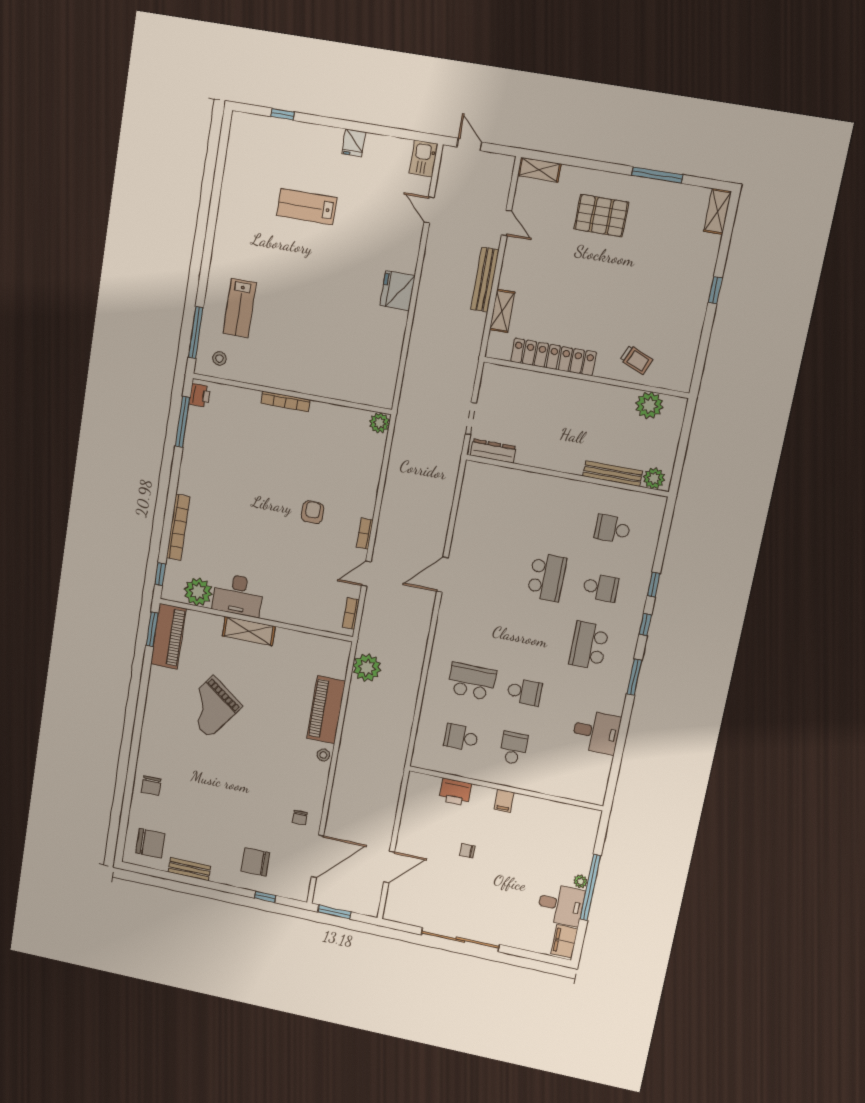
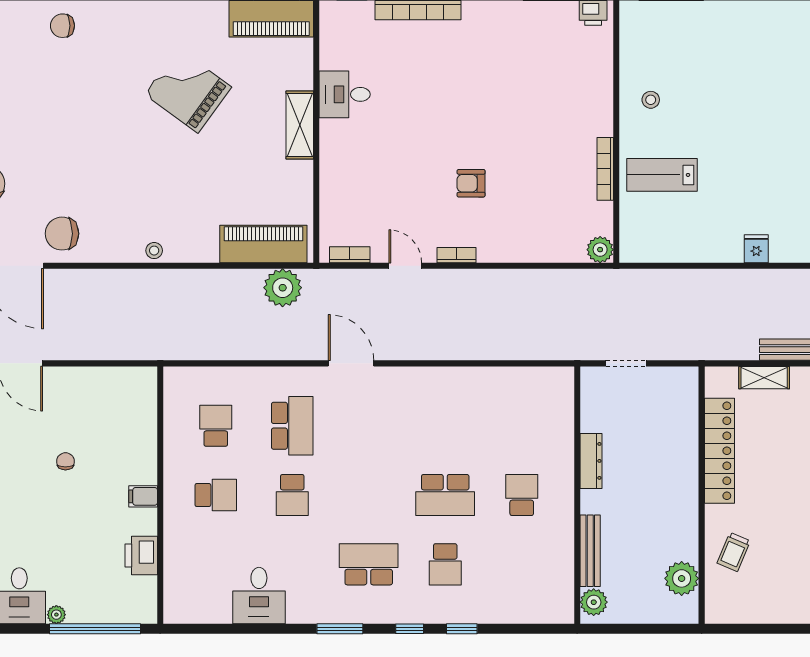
fridge: (398, 291) -> (756, 249), width x0.53, depth x0.75
lab bench: (240, 308) -> (662, 175), moved
stool: (219, 358) -> (651, 100), moved
bookcase: (285, 402) -> (605, 169), moved
dresser: (493, 451) -> (591, 461), moved
armchair: (313, 512) -> (471, 183), turned 180
school desk: (612, 529) -> (522, 495), moved
door: (442, 574) -> (351, 363), moved
plant: (198, 592) -> (338, 50), removed
desk: (238, 595) -> (345, 94), width x0.73
piano: (326, 710) -> (263, 244), moved
printer: (455, 792) -> (141, 556), moved
chair: (300, 818) -> (62, 234), width x1.87, depth x1.87
window: (590, 887) -> (95, 629), moved

